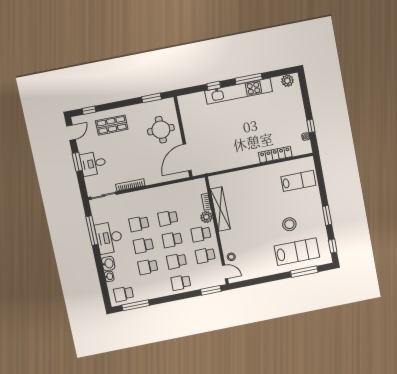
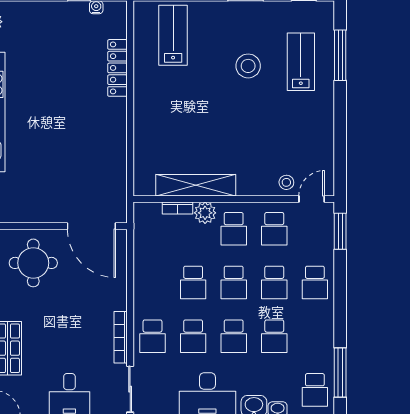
school desk: (134, 202) -> (152, 336), added
lab bench: (297, 252) -> (301, 62), width x0.73, depth x0.72

